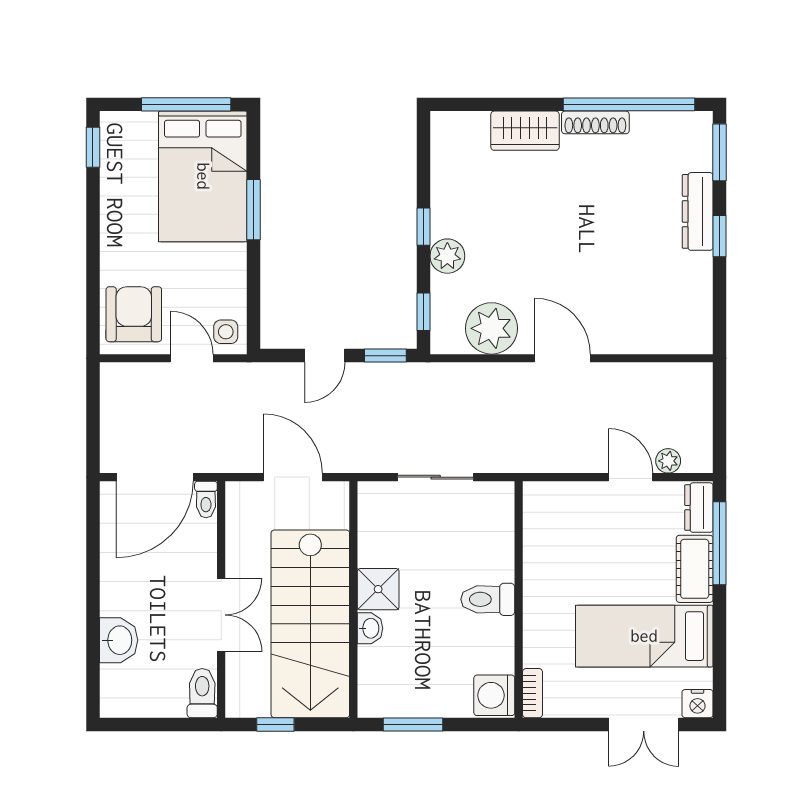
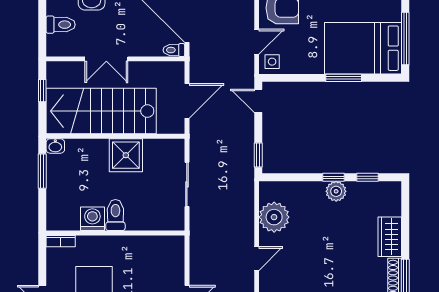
plant: (447, 256) -> (336, 191), moved
window: (423, 312) -> (368, 177), moved
door: (325, 356) -> (258, 101), moved
door: (562, 358) -> (257, 259), width x0.73
shower: (378, 589) -> (126, 155), width x1.36, depth x1.36
washbasin: (370, 628) -> (55, 146), moved
toilet: (202, 693) -> (61, 25), moved
washing machine: (494, 695) -> (92, 219), moved

